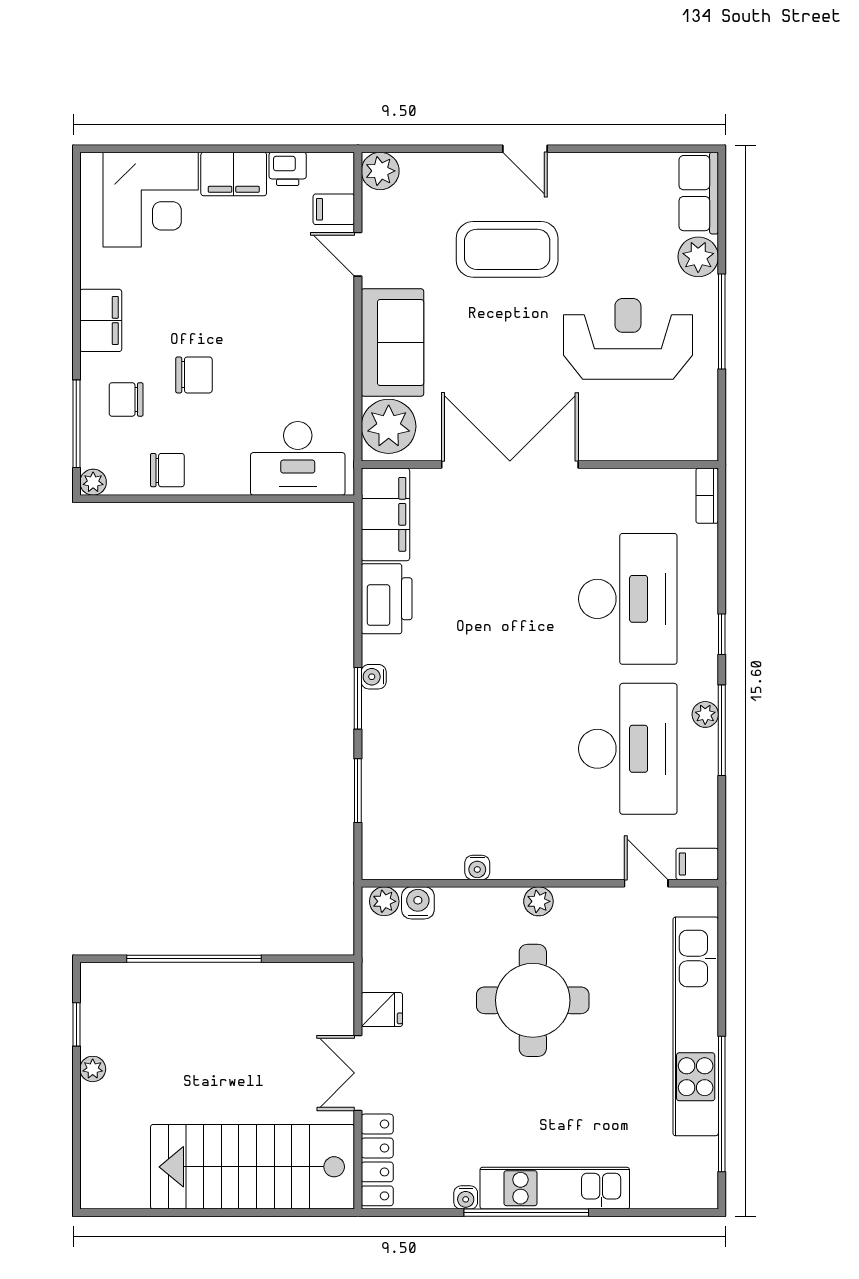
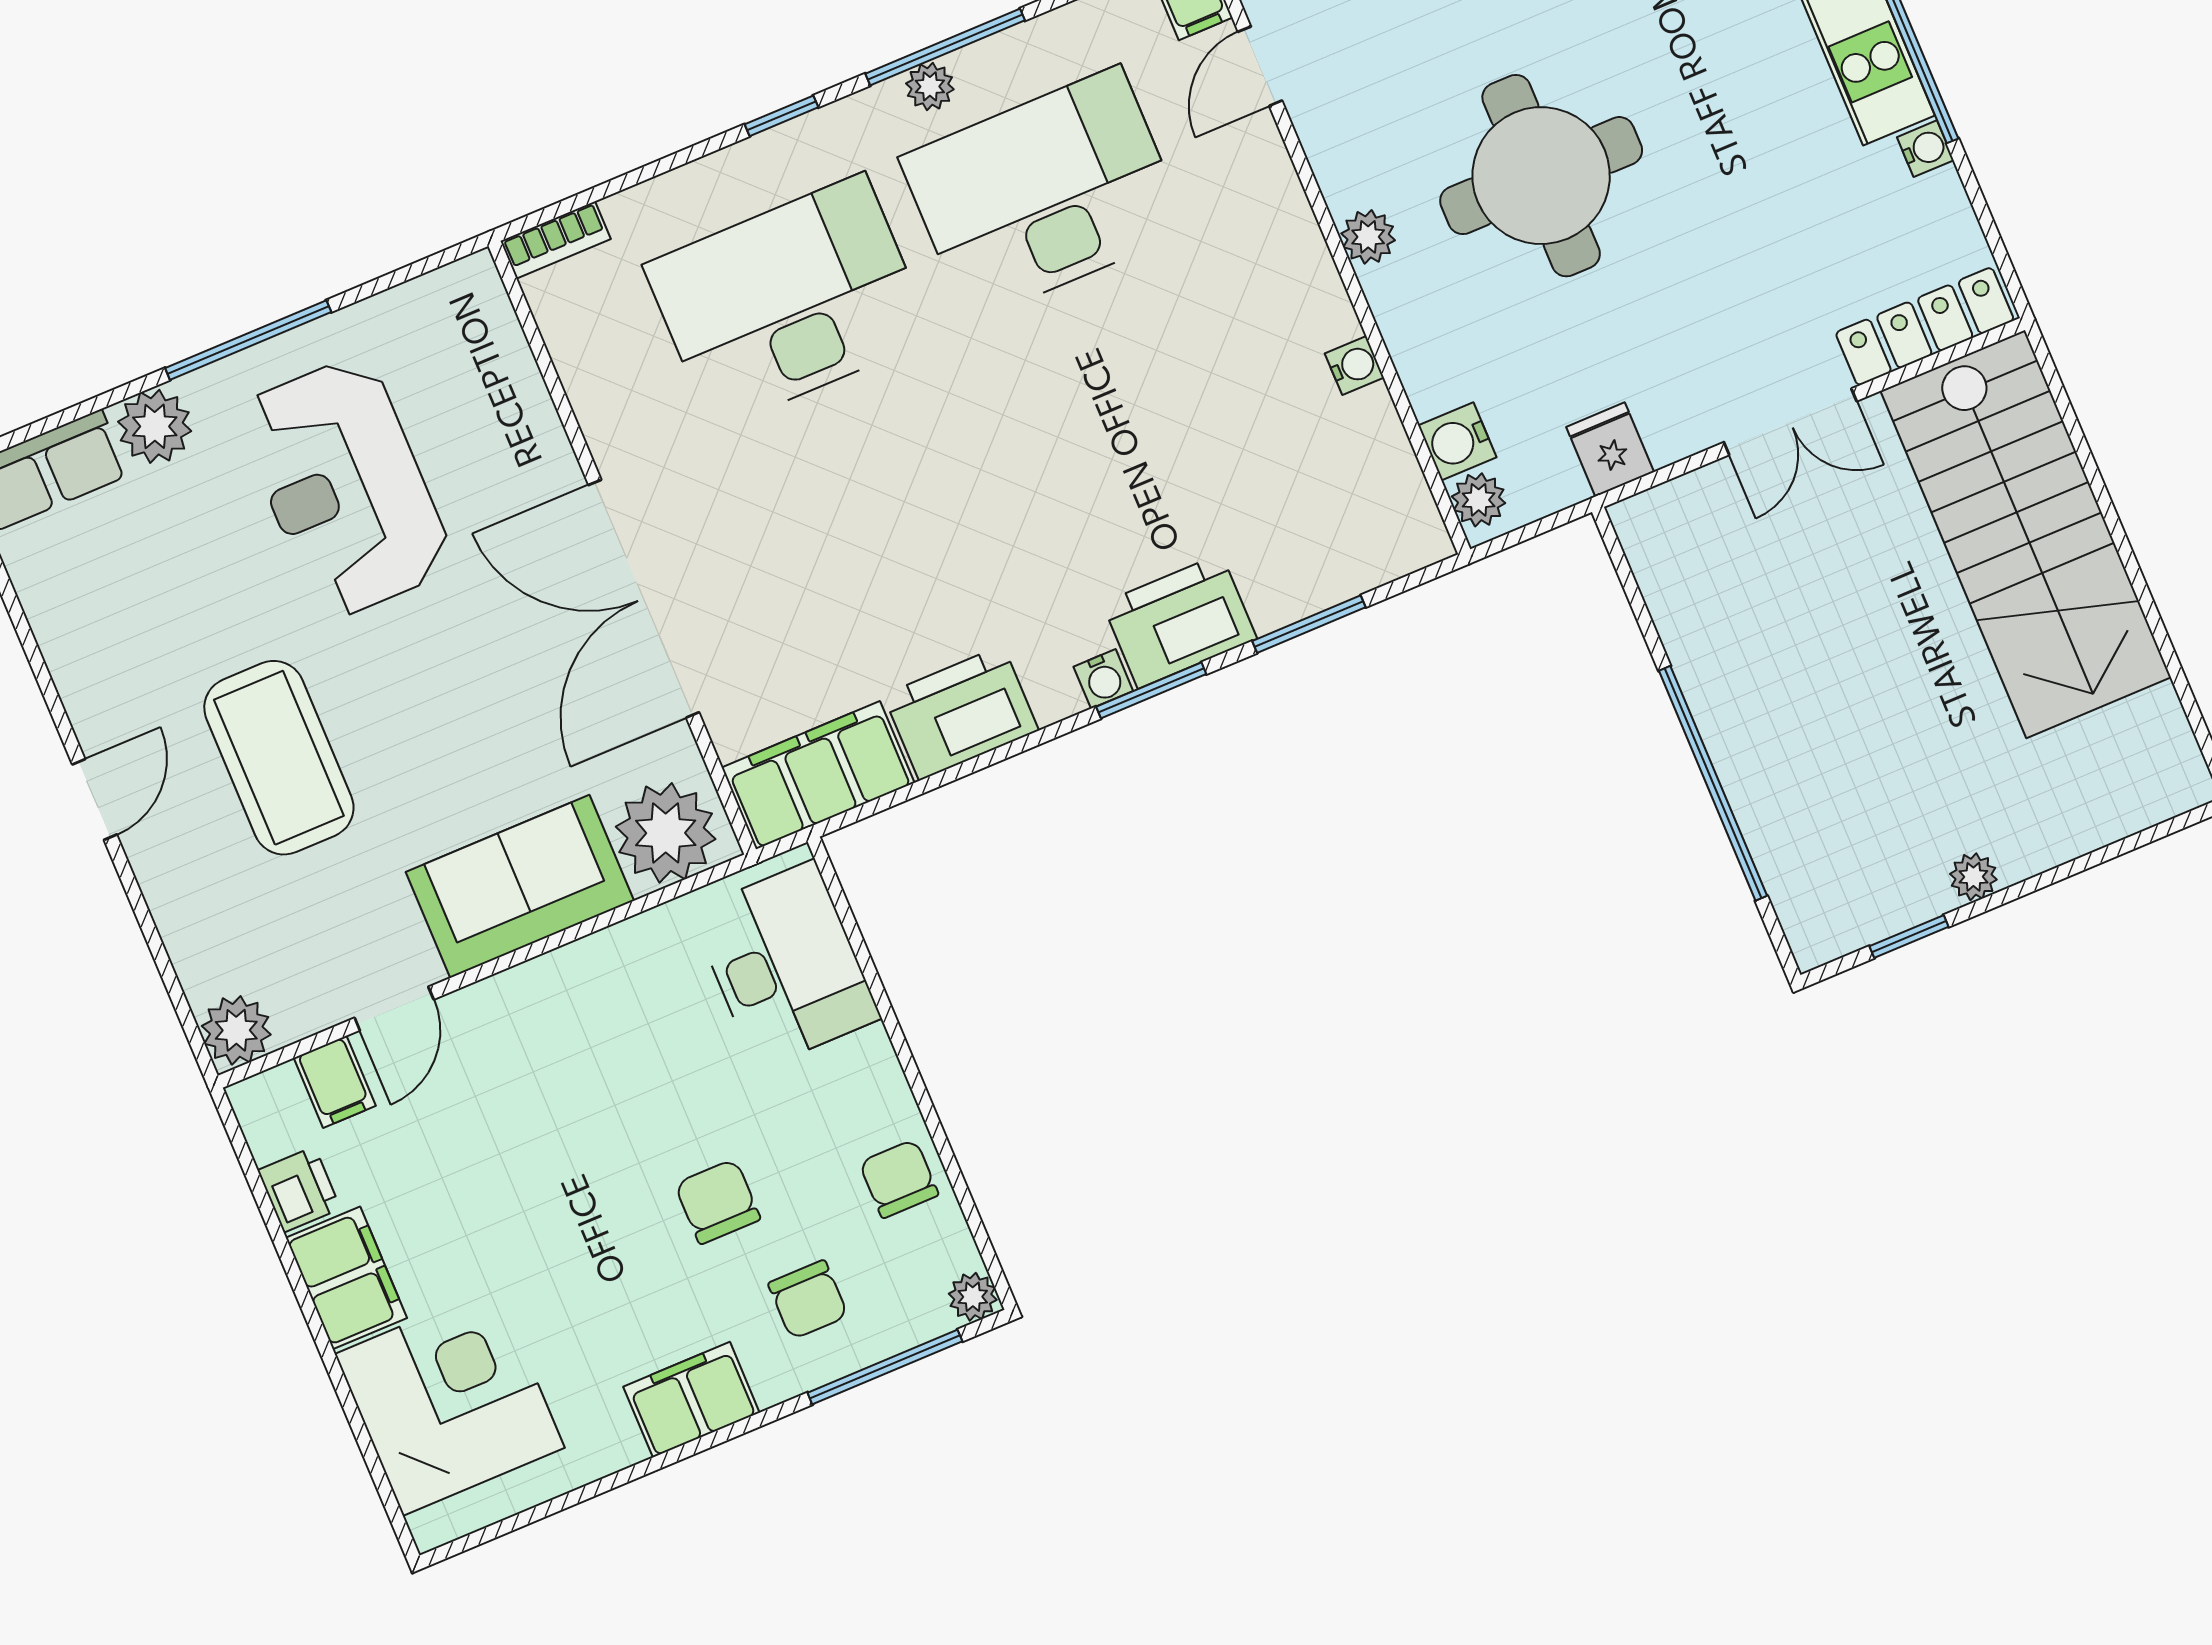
printer: (386, 727) -> (1180, 621), added
fridge: (382, 1009) -> (1610, 449), moved

